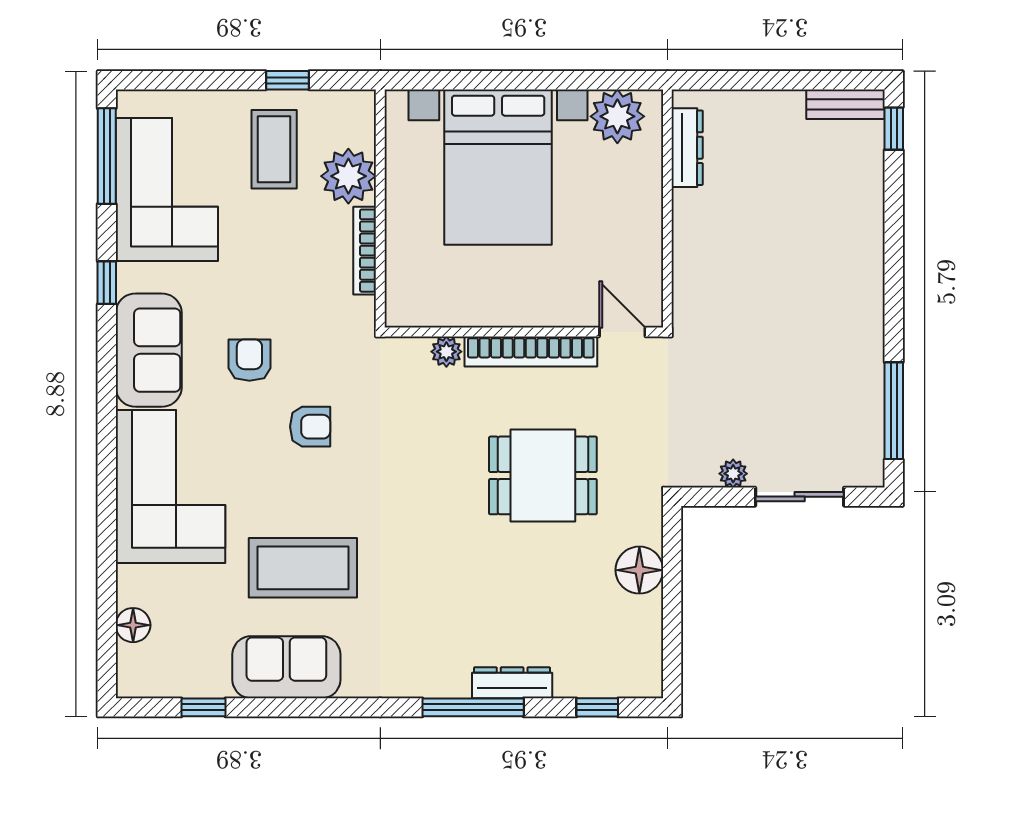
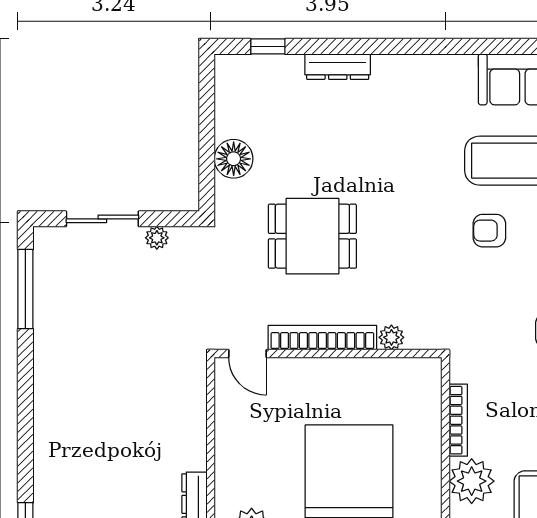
armchair: (310, 427) -> (489, 231), moved
window: (473, 707) -> (370, 46), removed

